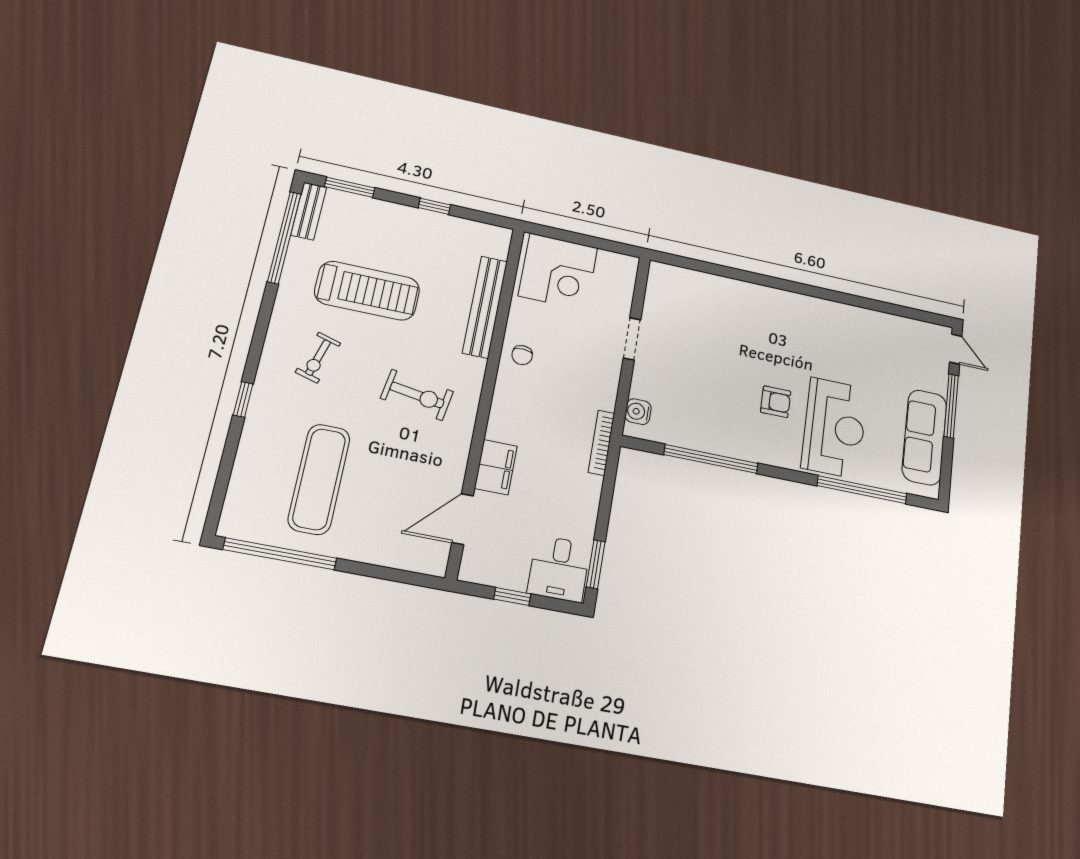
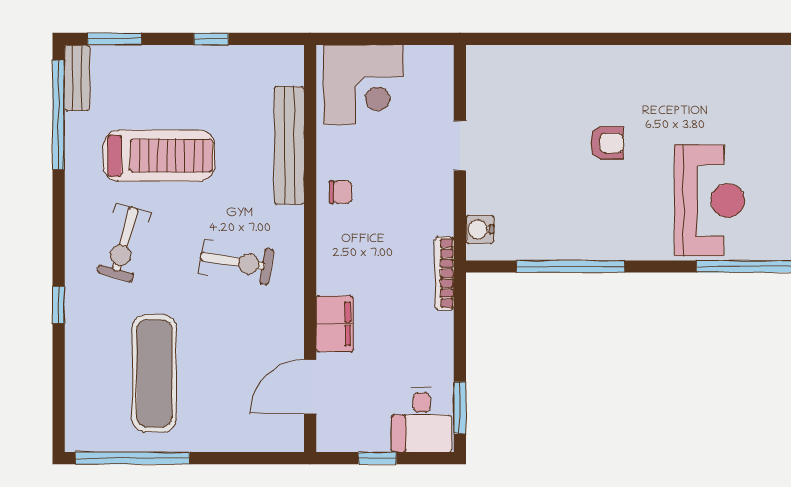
chair: (522, 355) -> (340, 192), turned -91
exercise bike: (318, 358) -> (124, 243), width x1.38, depth x1.39
armchair: (776, 402) -> (607, 143), moved

